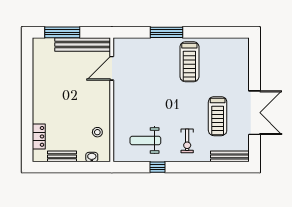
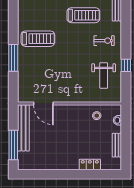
locker: (39, 136) -> (90, 165), moved

